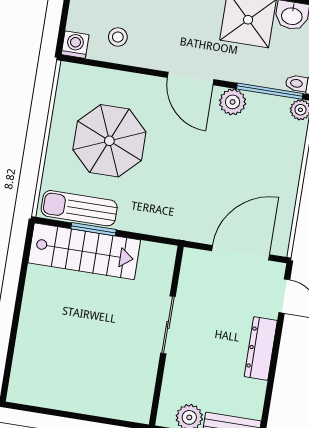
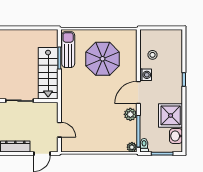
washing machine: (75, 45) -> (146, 75), moved
stairs: (84, 251) -> (48, 73), moved
door: (241, 253) -> (59, 130), width x0.53

